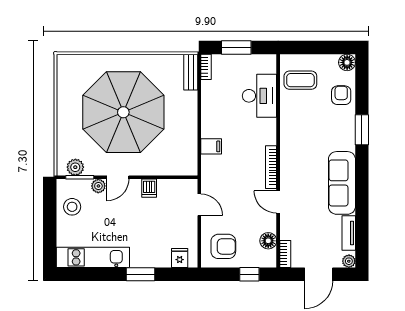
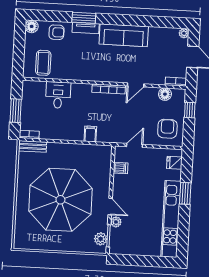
armchair: (341, 95) -> (56, 32), turned 180
desk: (259, 96) -> (58, 95), width x0.73
dishwasher: (149, 188) -> (121, 168), moved
stool: (72, 207) -> (131, 243), removed
tv unit: (349, 233) -> (86, 28), moved
kitchen unit: (93, 257) -> (171, 219), width x1.36

